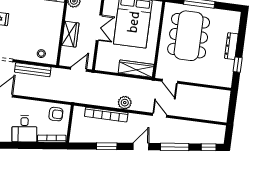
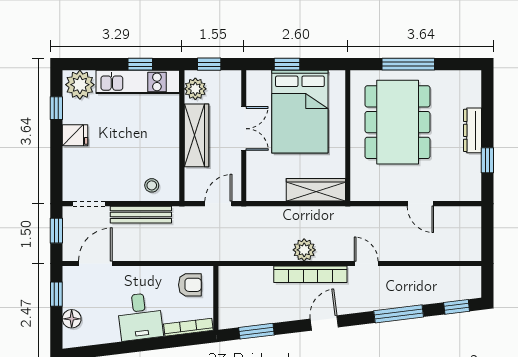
wardrobe: (70, 34) -> (196, 135), width x1.50
door: (170, 81) -> (420, 204), moved
bookcase: (106, 115) -> (310, 274), moved
window: (107, 146) -> (256, 331), moved
door: (141, 147) -> (324, 323), moved

